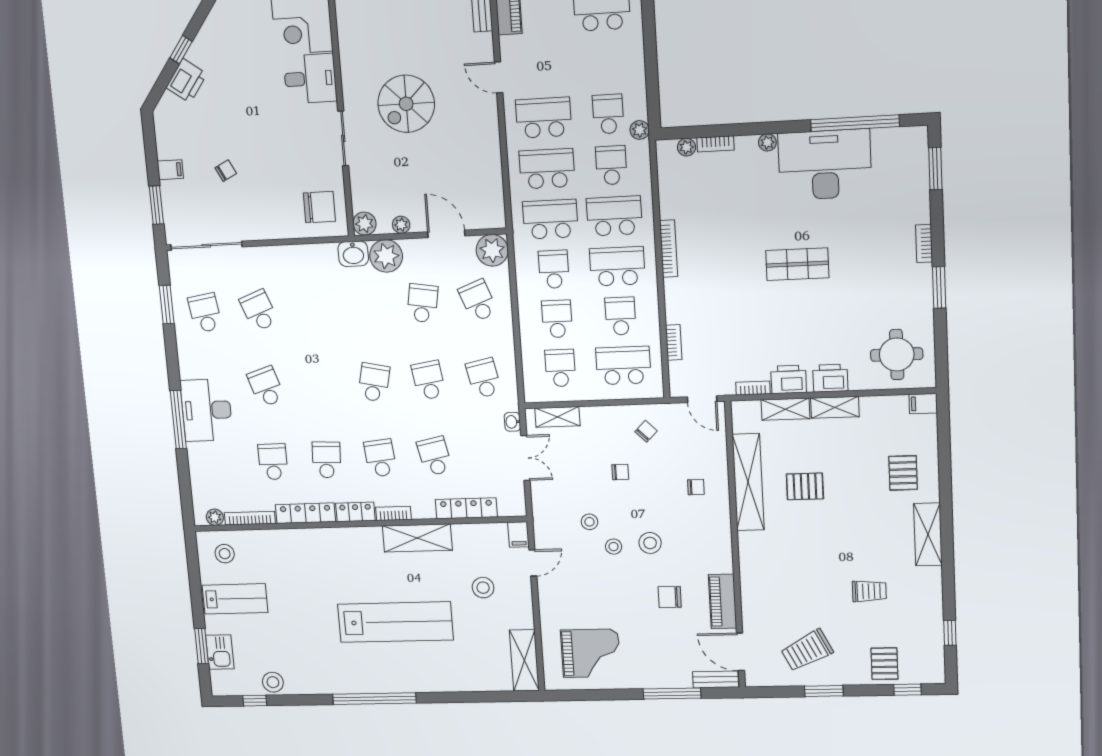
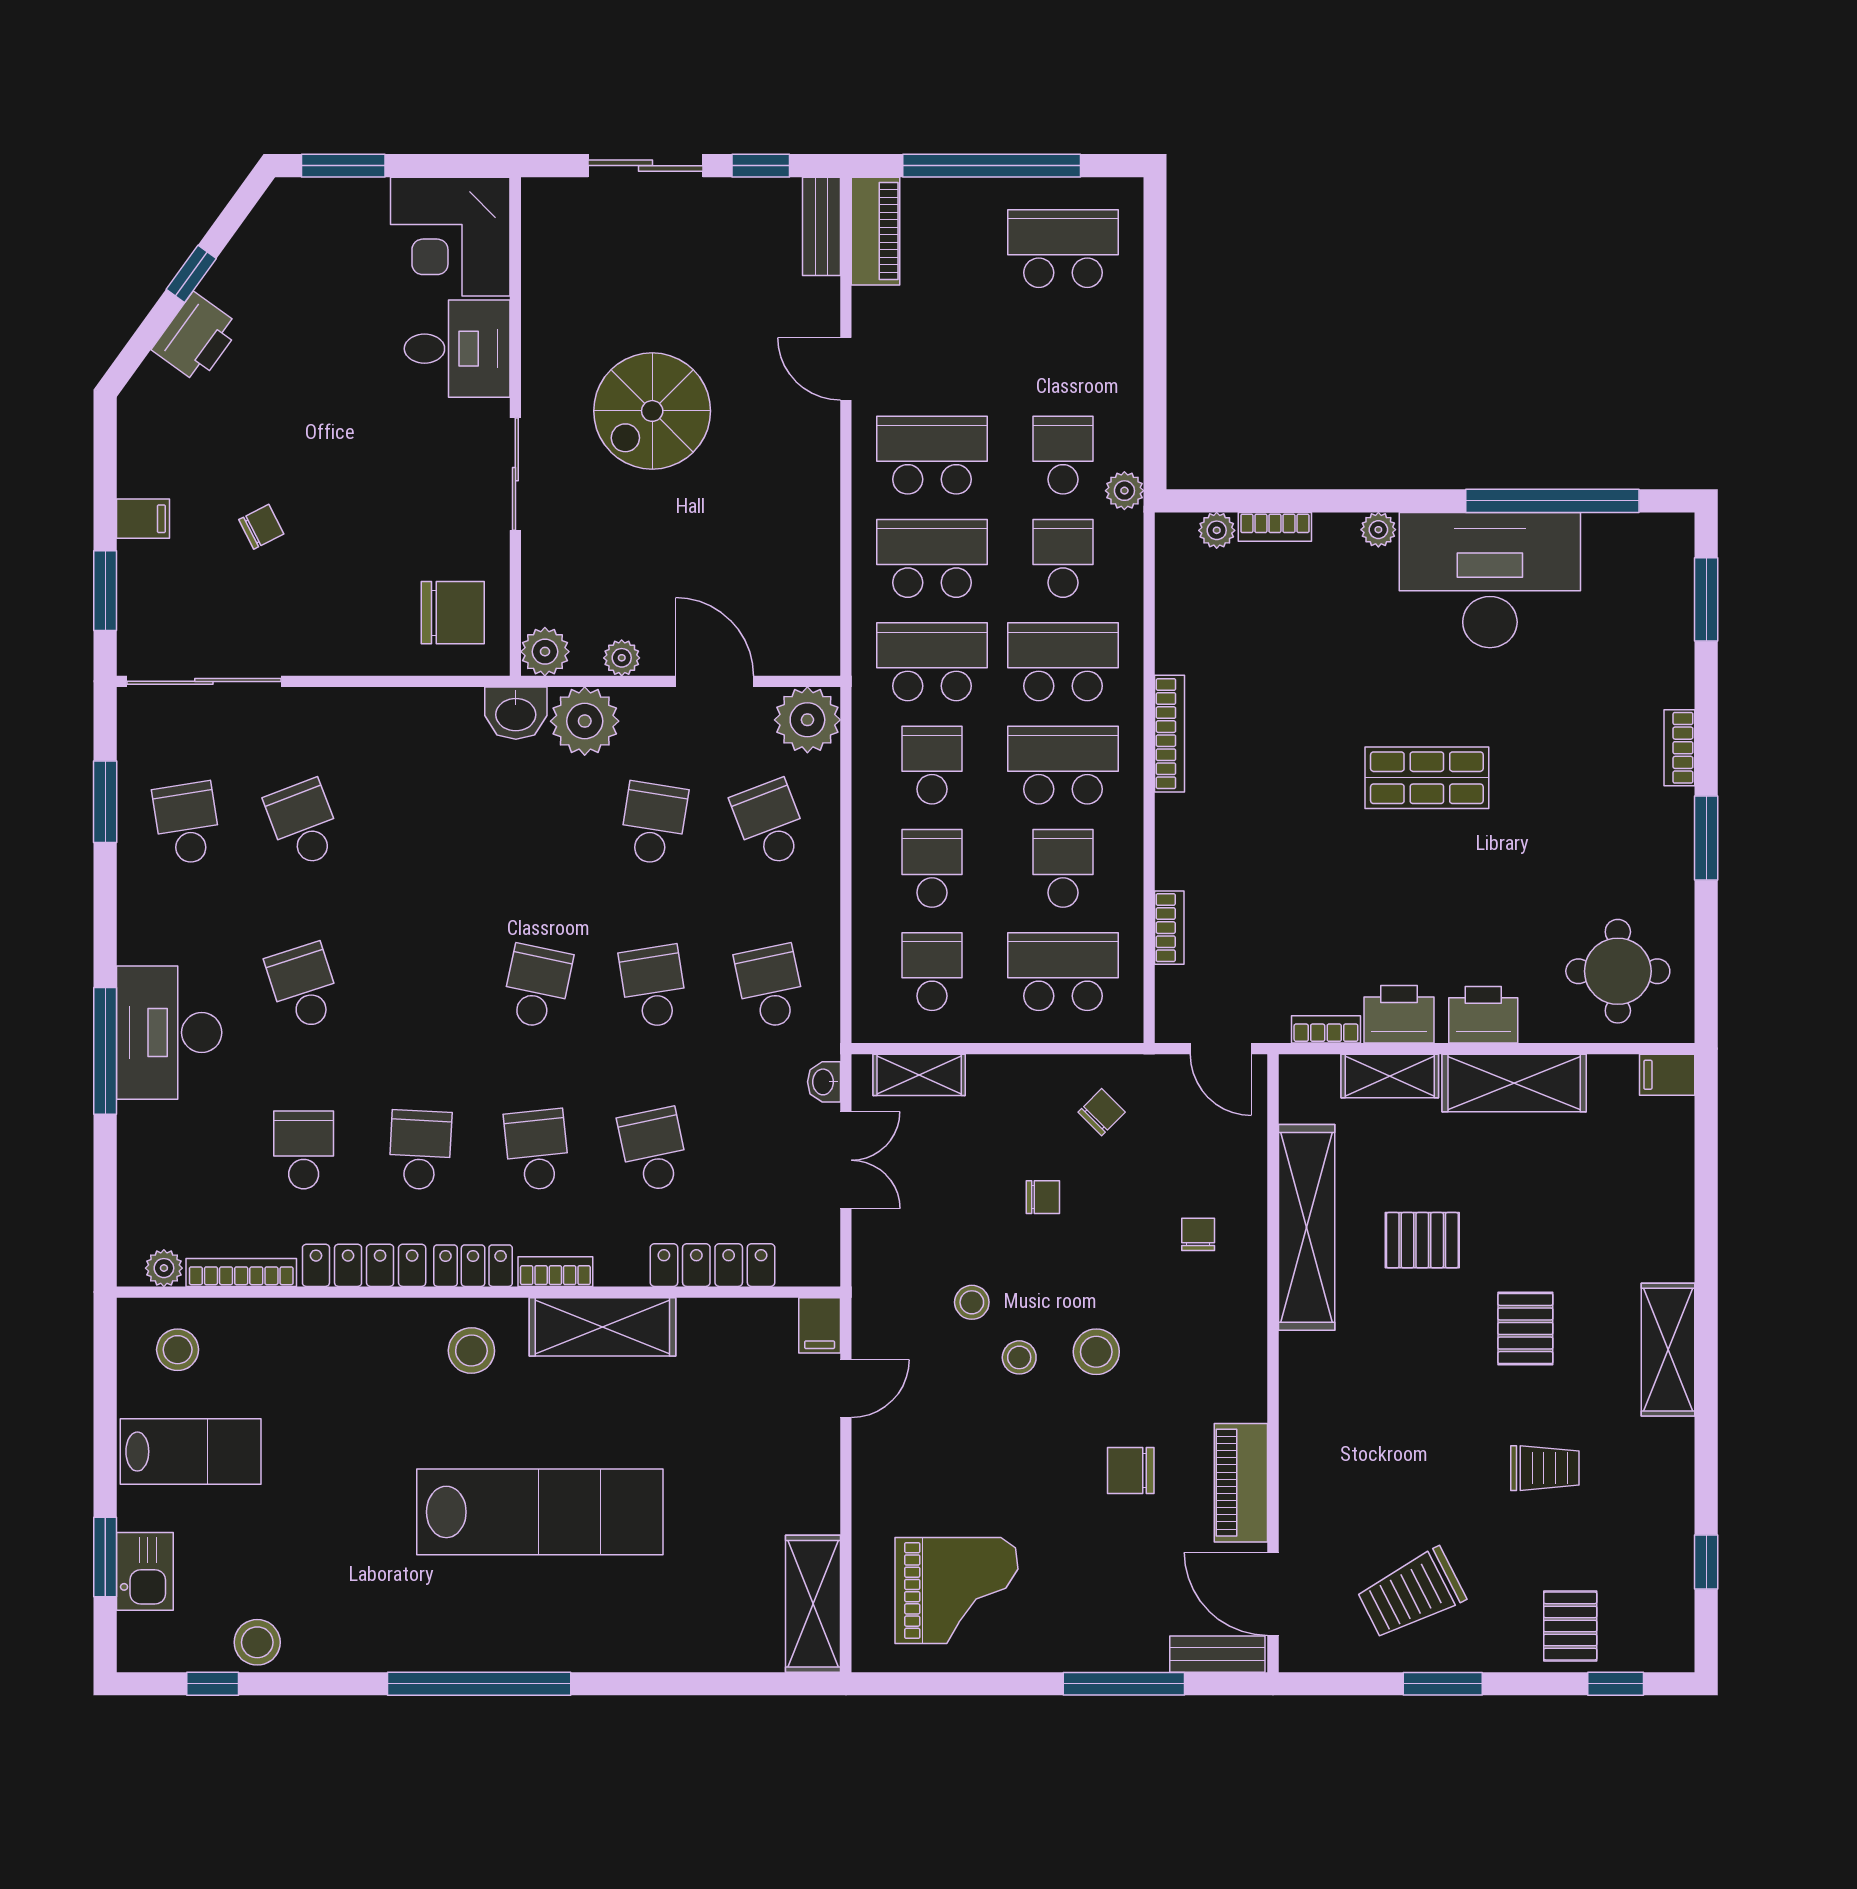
shelving: (835, 407) -> (1514, 1083), width x1.50, depth x1.33
pallet: (903, 473) -> (1525, 1328), moved
chair: (696, 487) -> (1198, 1234), turned -90
stool: (483, 588) -> (471, 1351), moved

